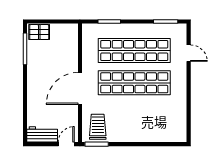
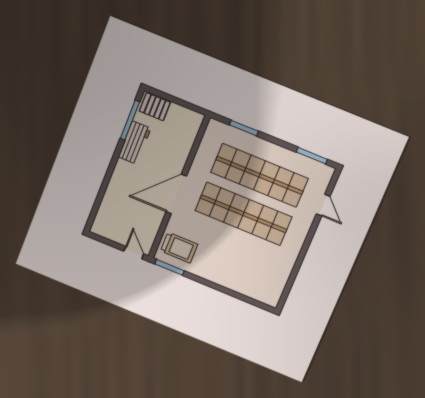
trolley: (98, 127) -> (179, 248), turned 90
workbench: (42, 134) -> (135, 143), moved, turned 90
door: (66, 144) -> (134, 253), hinge flipped

